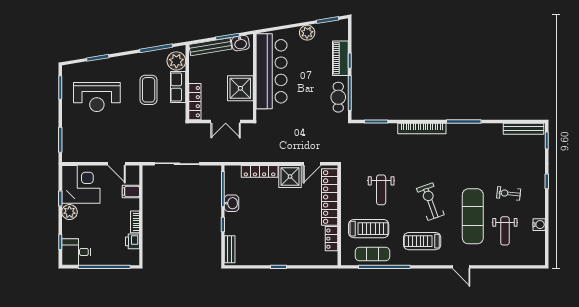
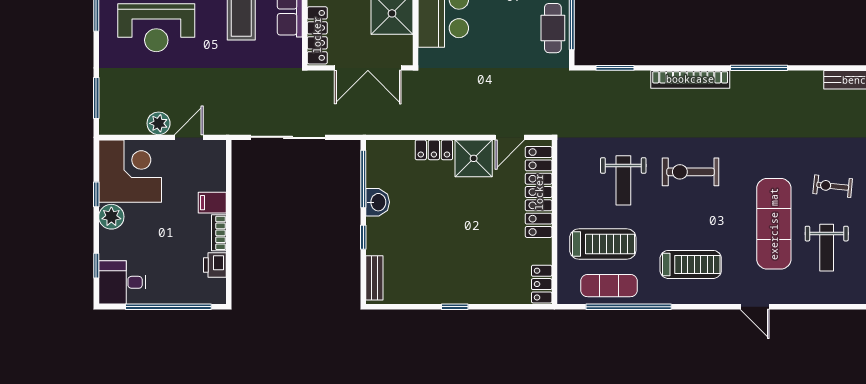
double door: (226, 121) -> (368, 68), width x1.37
plant: (98, 155) -> (159, 123), added
door: (117, 164) -> (189, 137), swing flipped
locker: (260, 171) -> (434, 150), width x0.66
filing cabinet: (131, 192) -> (212, 203), moved
exercise bike: (430, 202) -> (691, 172), moved, turned -70
locker: (331, 239) -> (542, 284), moved
treadmill: (422, 241) -> (691, 264), turned 180

